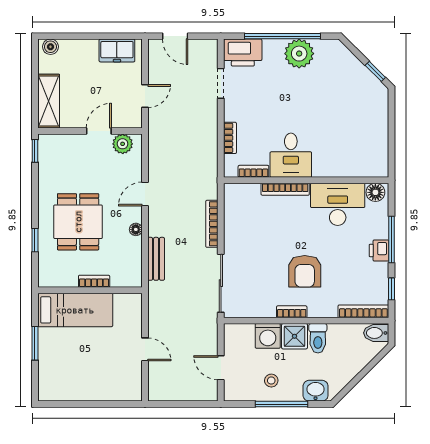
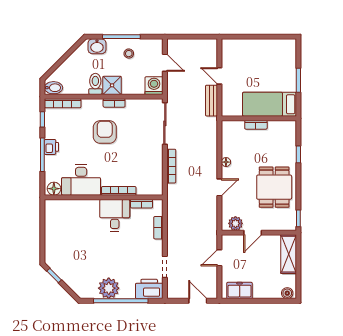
dining table: (78, 222) -> (274, 187), moved
bench: (156, 259) -> (211, 101), moved
washing machine: (268, 336) -> (154, 86), moved

